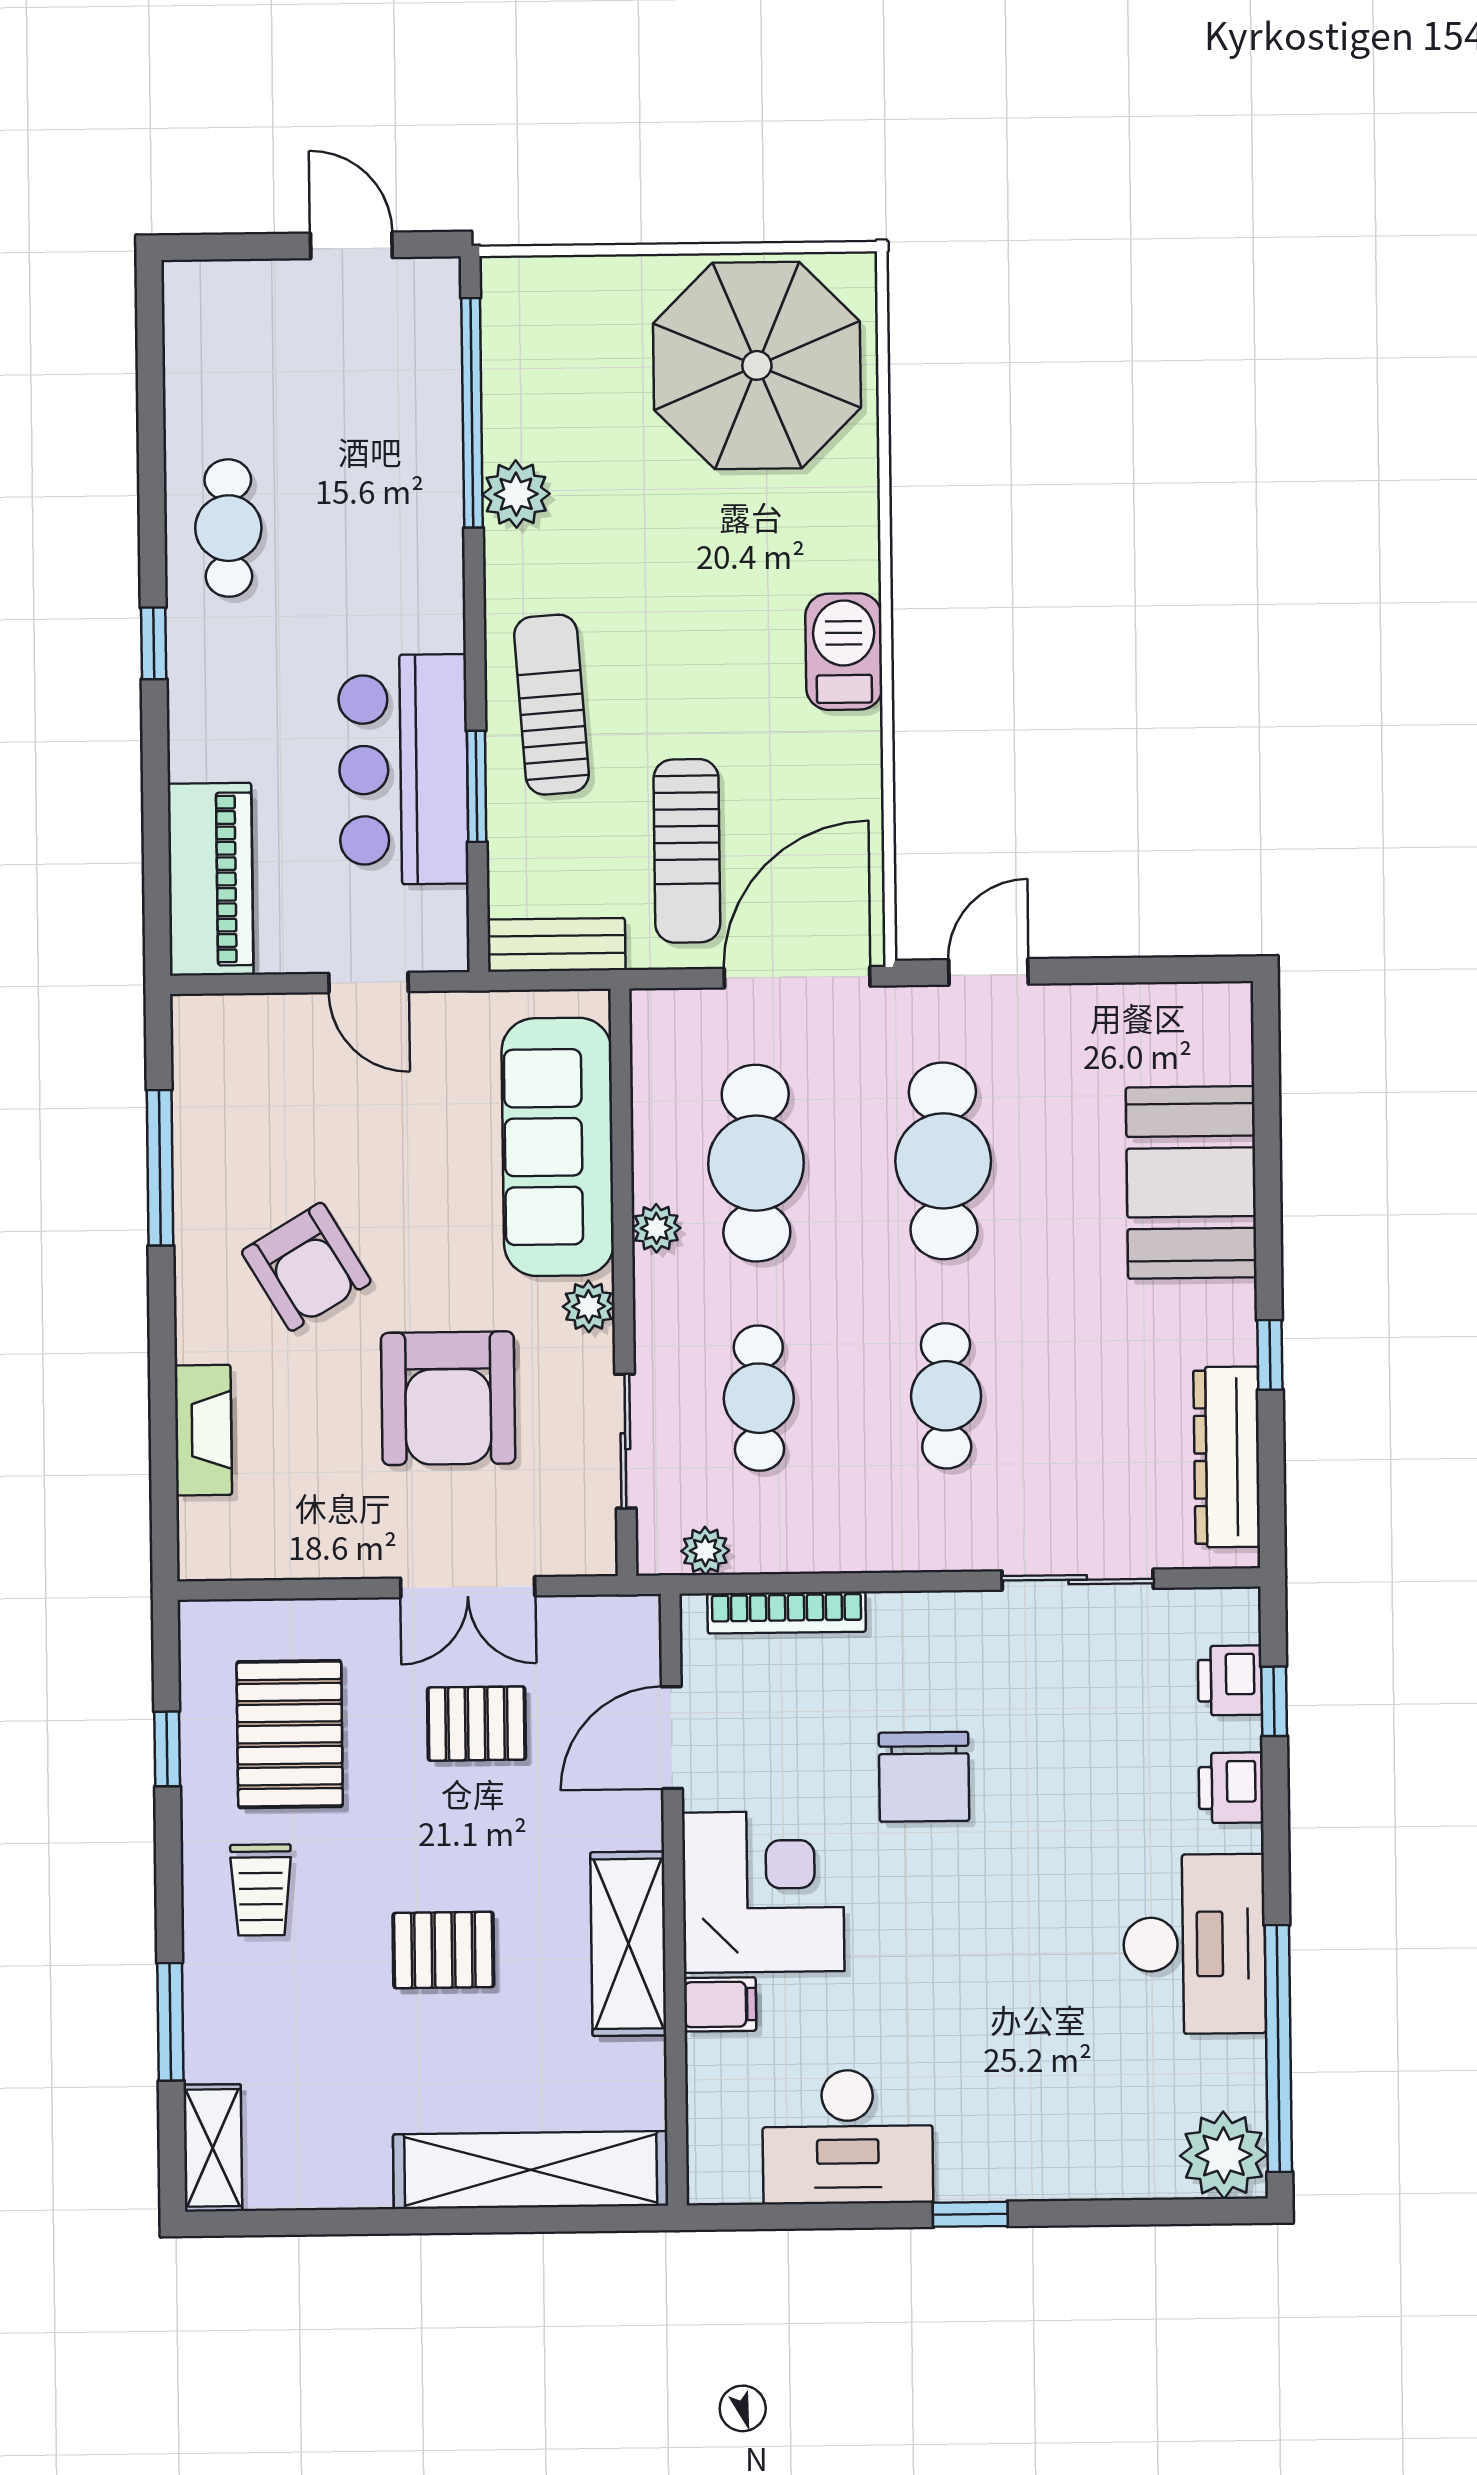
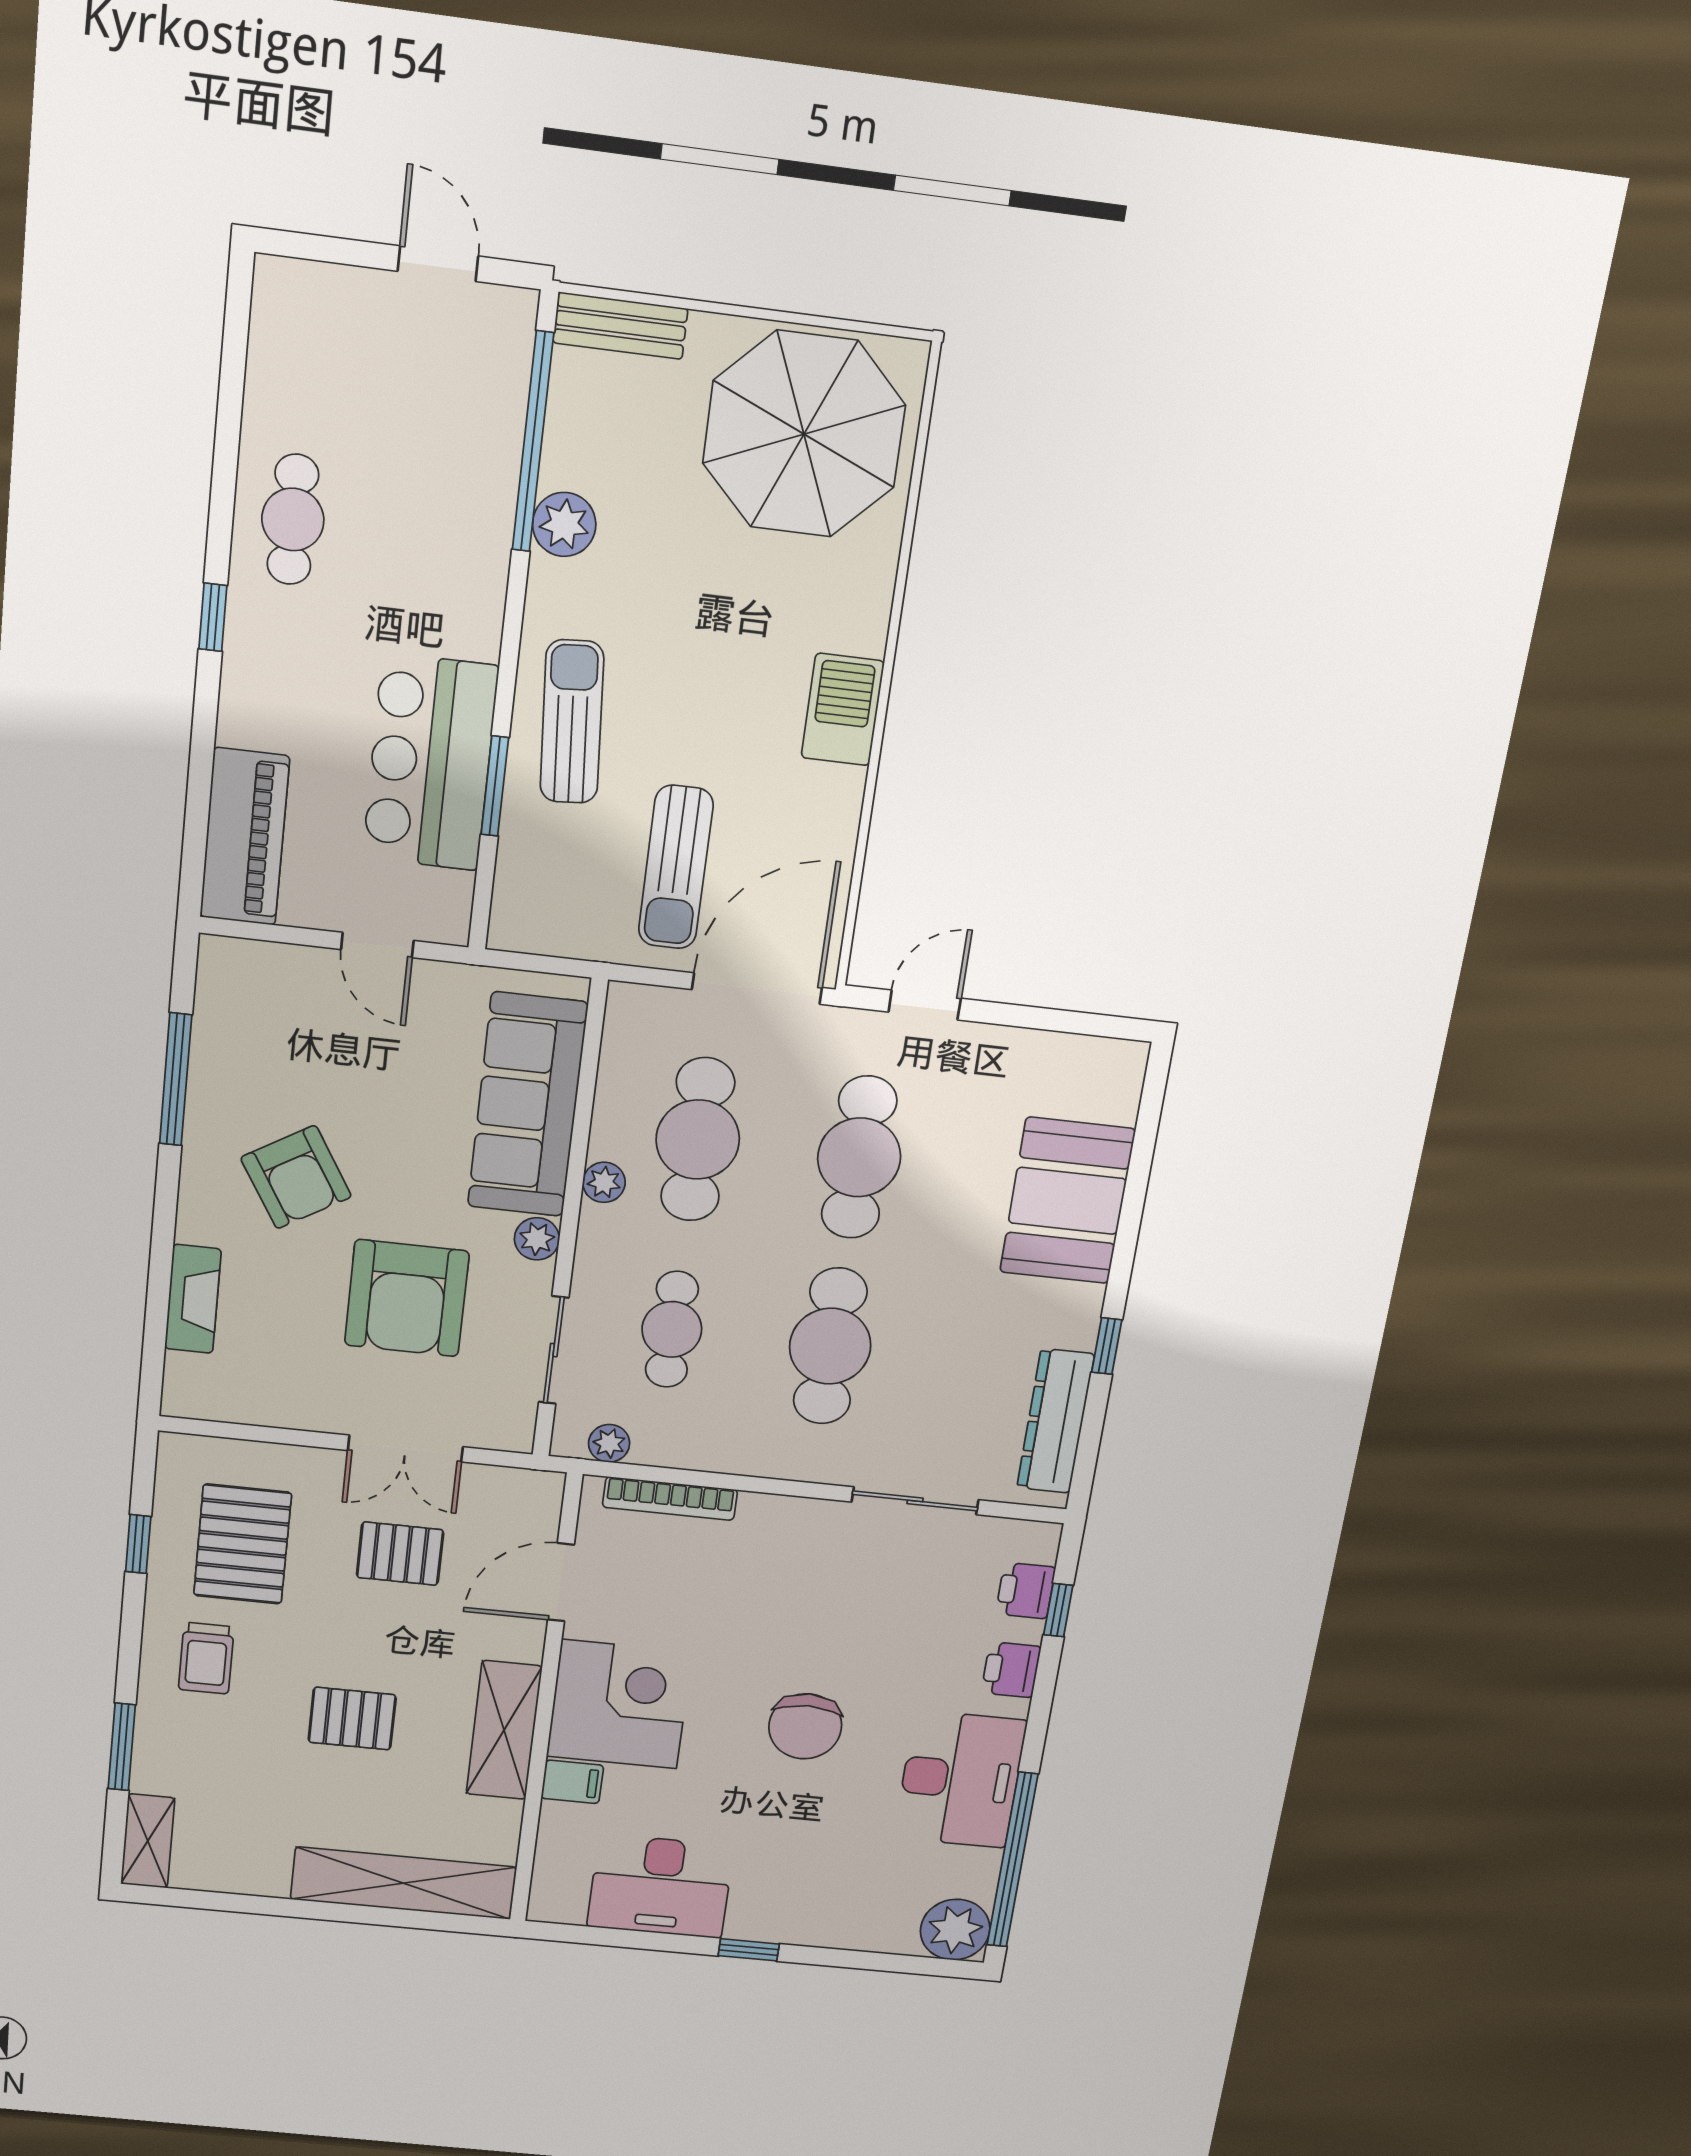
bench: (556, 945) -> (620, 326), moved
cafe table: (946, 1396) -> (830, 1346), width x1.37, depth x1.35
chair: (924, 1777) -> (805, 1726), moved

